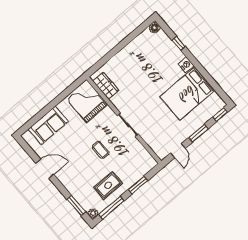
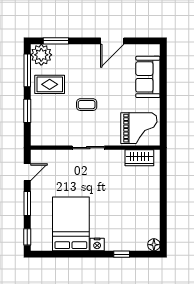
door: (178, 151) -> (27, 172), swing flipped
rug: (108, 185) -> (50, 84), turned 90
plant: (93, 213) -> (41, 55), width x1.88, depth x1.88

